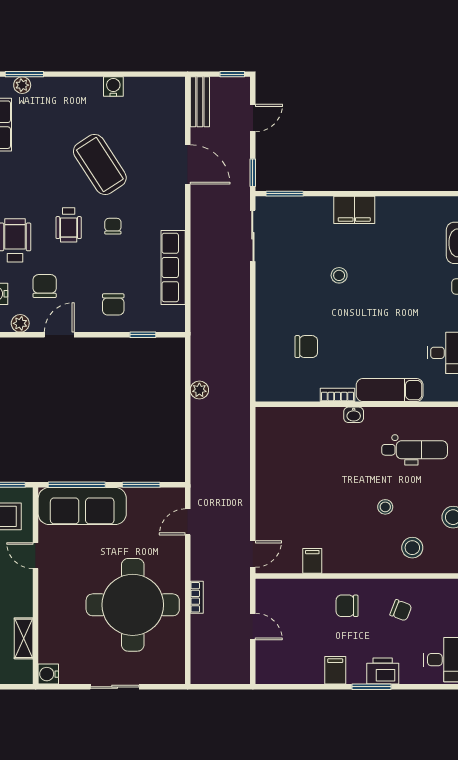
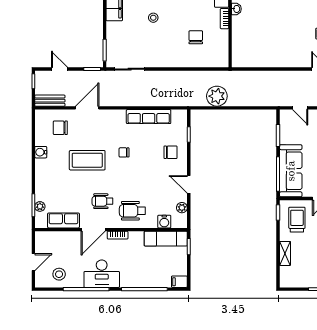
coffee table: (100, 164) -> (87, 160), turned 33
wheelchair: (69, 225) -> (102, 201), moved, turned 180
chair: (45, 286) -> (60, 128), moved
plant: (199, 390) -> (217, 96), width x1.88, depth x1.88

